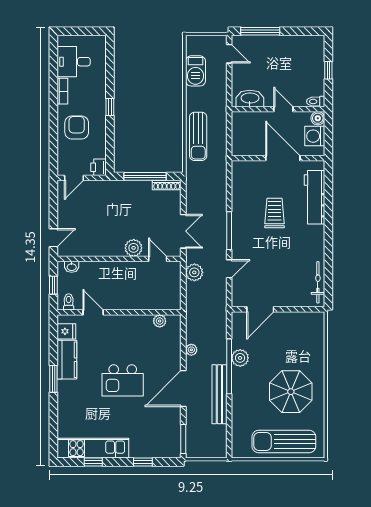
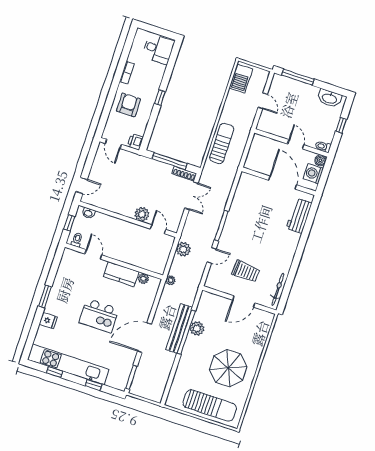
door: (229, 54) -> (263, 101), moved
desk: (74, 62) -> (158, 49), moved, turned 180
barbecue: (196, 71) -> (241, 78), moved
washbasin: (250, 99) -> (329, 98), moved, turned 180
sun lounger: (198, 136) -> (222, 143), turned 180
door: (74, 178) -> (113, 144), hinge flipped
workbench: (314, 197) -> (299, 216), width x0.73
trolley: (274, 213) -> (246, 271), moved, turned 94
double door: (183, 231) -> (191, 196), moved
door: (260, 309) -> (244, 301), moved
fridge: (66, 331) -> (48, 321), moved
plant: (191, 350) -> (170, 280), moved
kitchen counter: (67, 360) -> (121, 274), moved, turned 90
bench: (219, 394) -> (179, 328), moved
sun lounger: (284, 441) -> (210, 405), turned 180
kitchen unit: (93, 448) -> (68, 364), width x1.36

